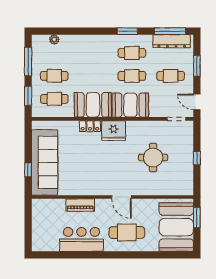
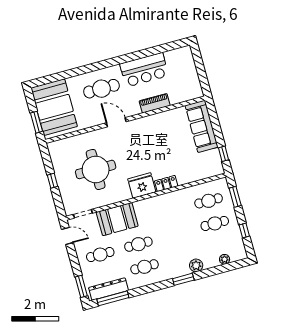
window: (127, 31) -> (183, 279), moved
plant: (83, 41) -> (196, 265), added
window: (28, 62) -> (244, 230), width x0.46
window: (197, 66) -> (81, 286), moved
booth: (93, 105) -> (169, 205), removed
booth: (130, 105) -> (117, 219), moved
round table: (153, 158) -> (96, 169), width x1.36, depth x1.36
sofa: (45, 162) -> (202, 126), width x0.74, depth x0.79
window: (28, 170) -> (223, 154), moved

